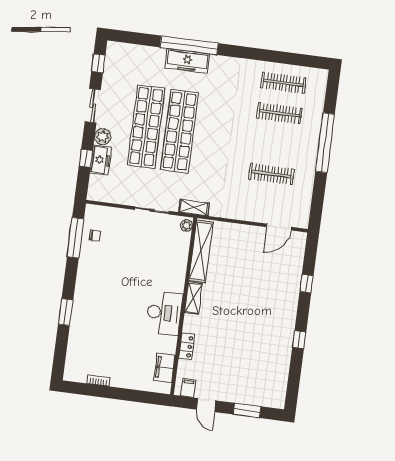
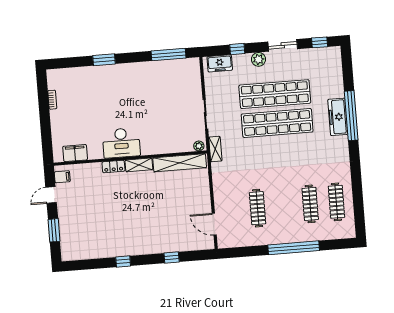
freezer: (101, 160) -> (220, 63), moved
chair: (95, 236) -> (174, 71), removed
locker: (187, 346) -> (113, 166), moved

